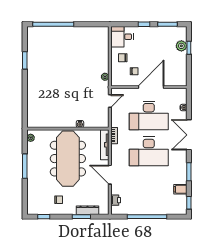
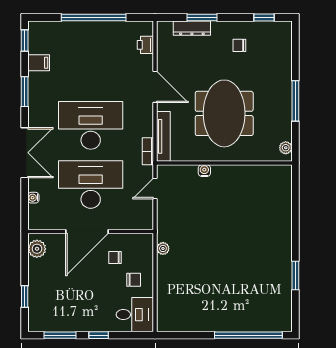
plant: (181, 46) -> (37, 249), moved
door: (110, 101) -> (155, 189), moved
meeting table: (68, 159) -> (224, 113), width x0.73

